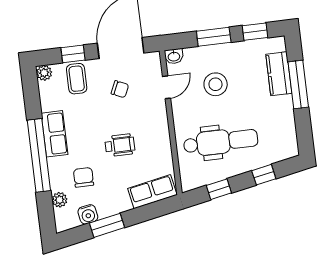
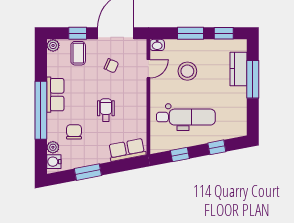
wheelchair: (120, 145) -> (106, 110), turned -90
water cooler: (88, 214) -> (54, 162), moved, turned 101

